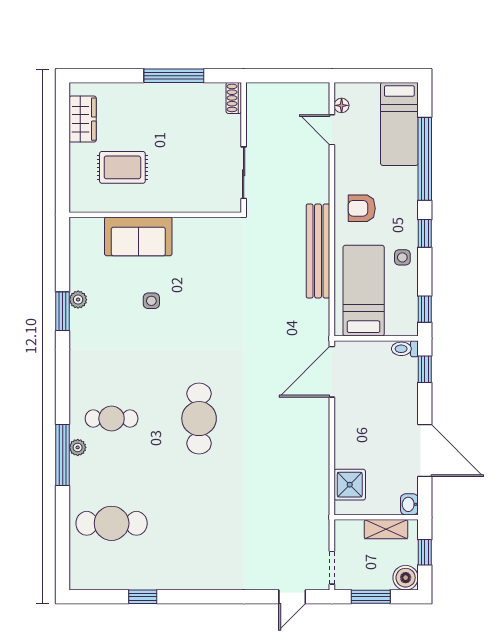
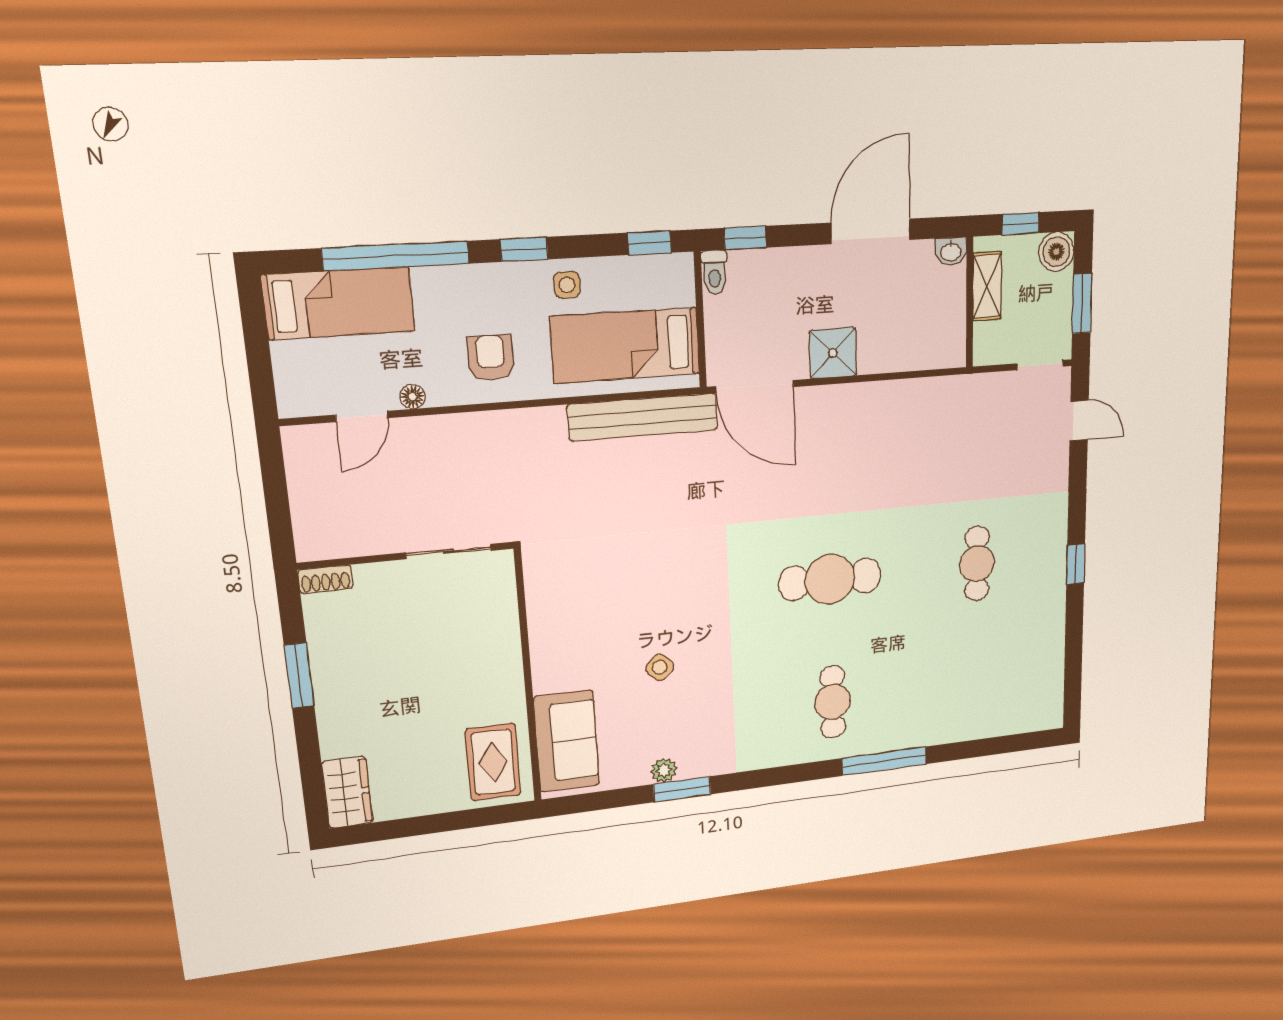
window: (174, 76) -> (299, 676), width x0.69
floor lamp: (342, 105) -> (413, 397), moved
wardrobe: (83, 119) -> (347, 792), moved, turned 90
rug: (122, 167) -> (493, 762), moved
armchair: (362, 208) -> (490, 358), turned 180
sofa: (138, 236) -> (567, 741), moved
bench: (318, 251) -> (643, 417), moved
side table: (151, 301) -> (660, 667), turned 45
plant: (78, 447) -> (874, 743), removed
shower: (350, 485) -> (833, 353), moved
cafe table: (112, 523) -> (977, 563), moved, width x0.73, depth x0.74
window: (143, 597) -> (1076, 564), moved

